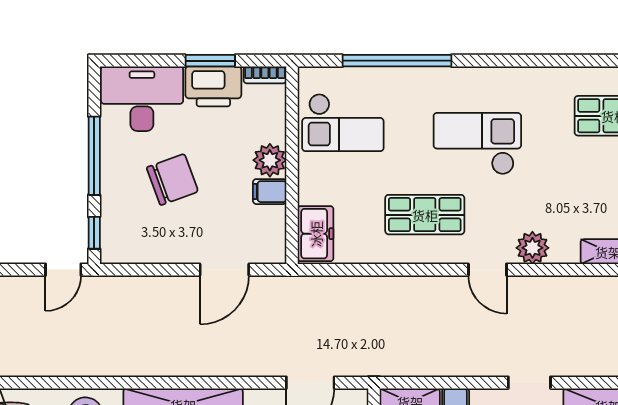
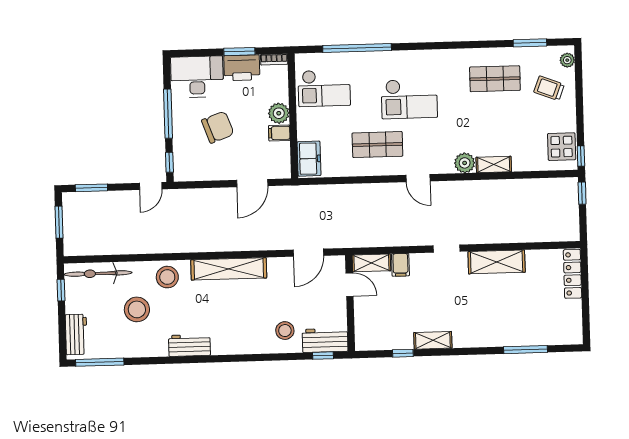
checkout: (477, 144) -> (409, 99), turned 180
plant: (532, 248) -> (465, 163), moved

